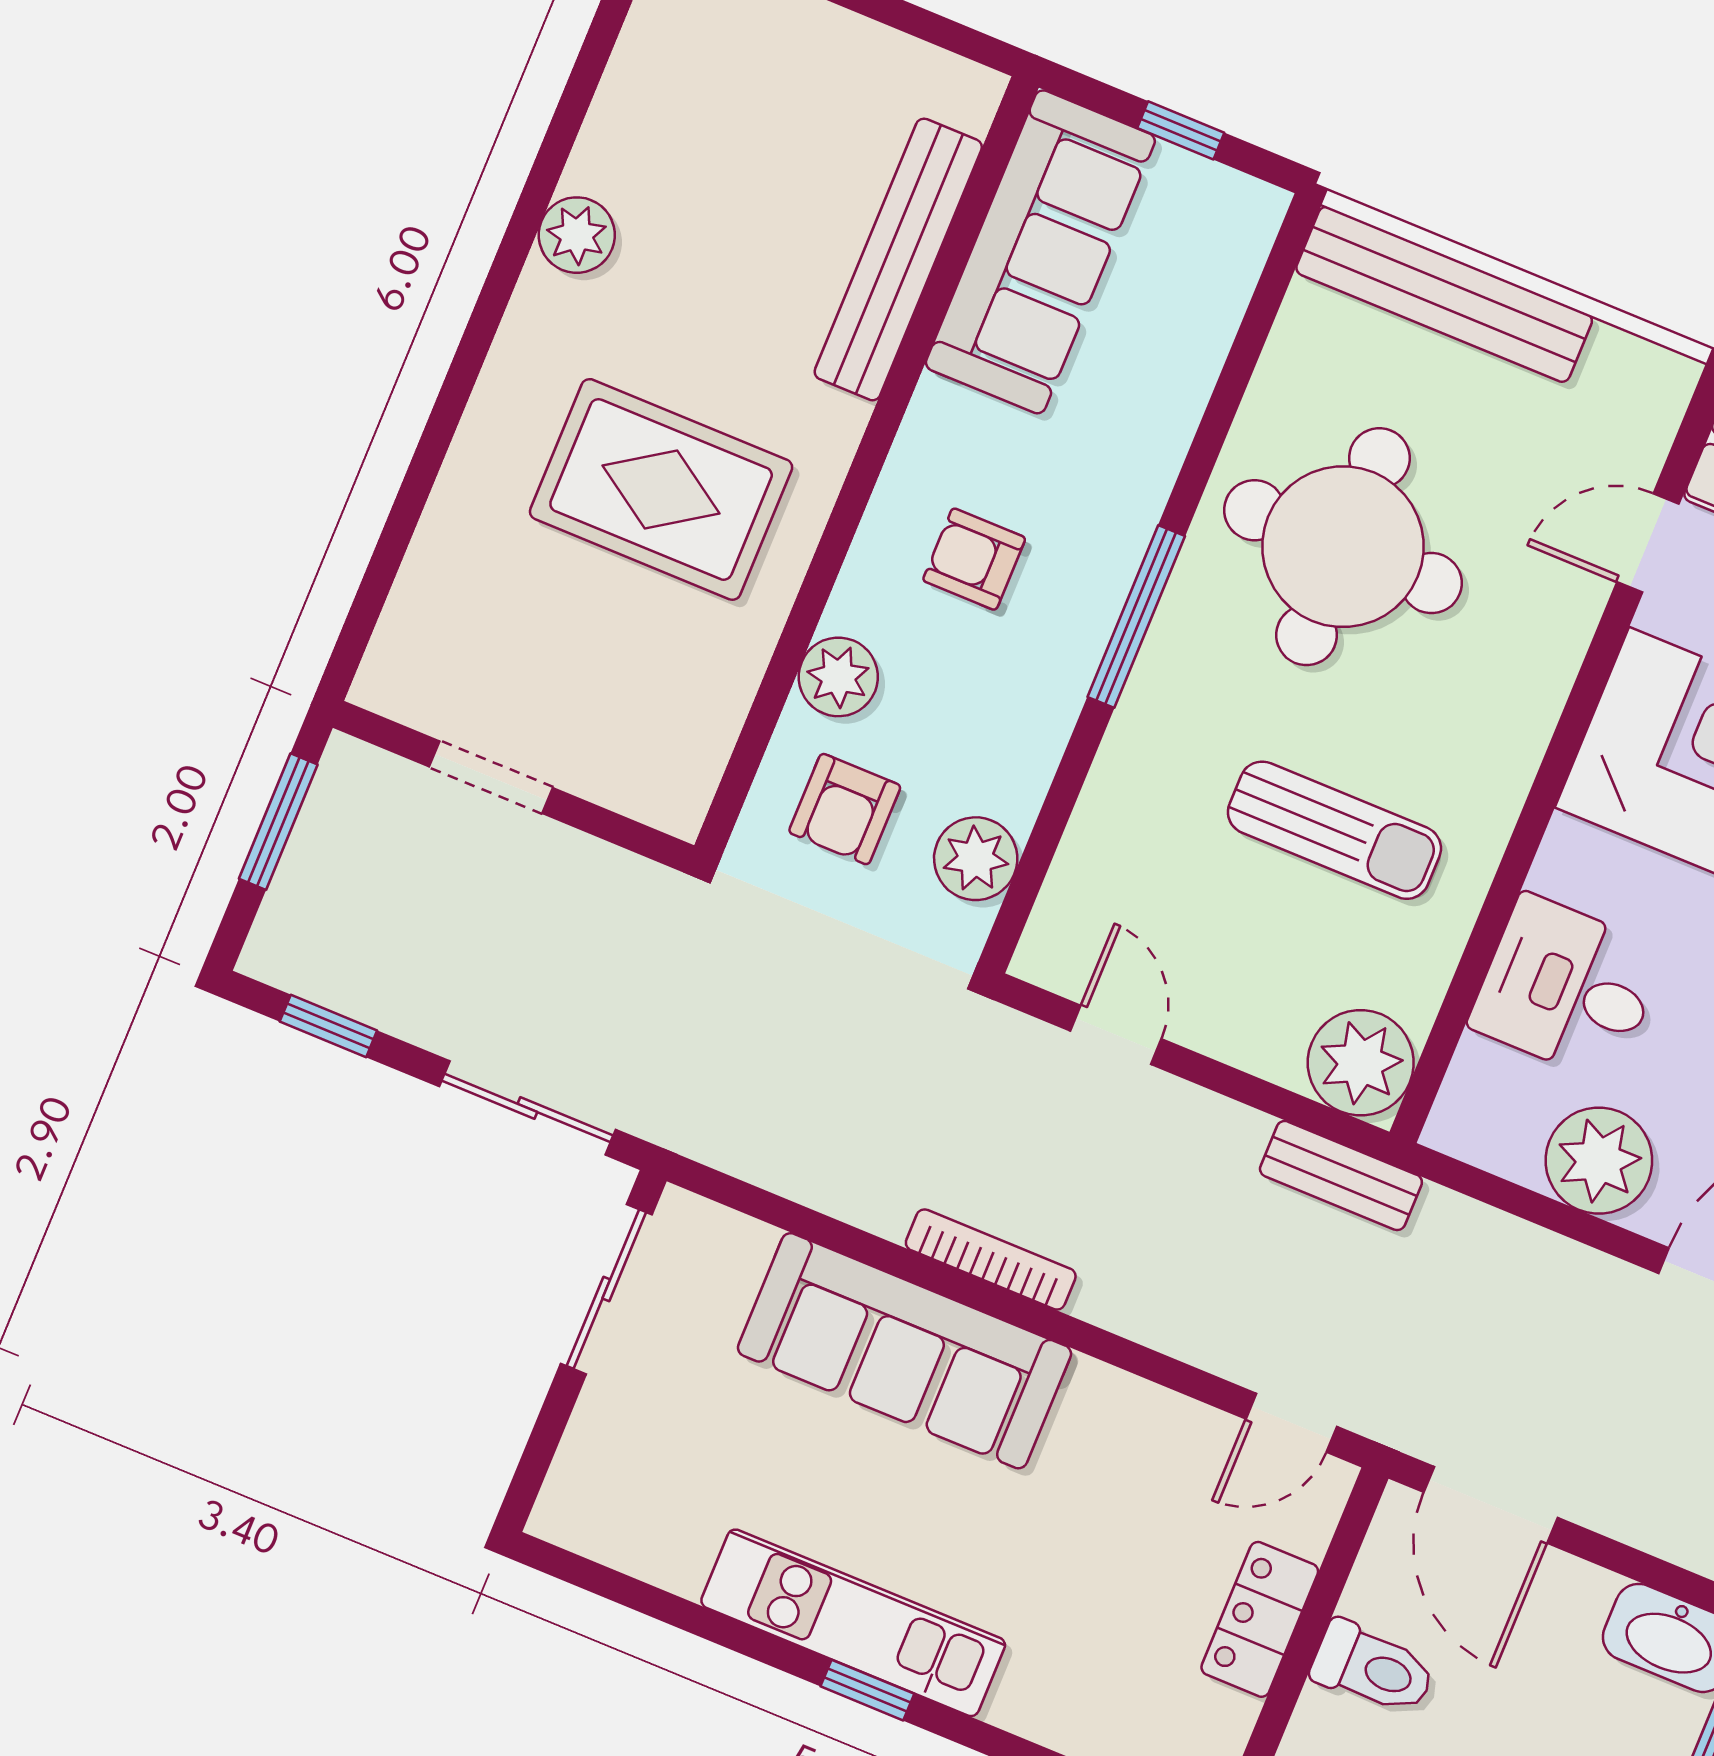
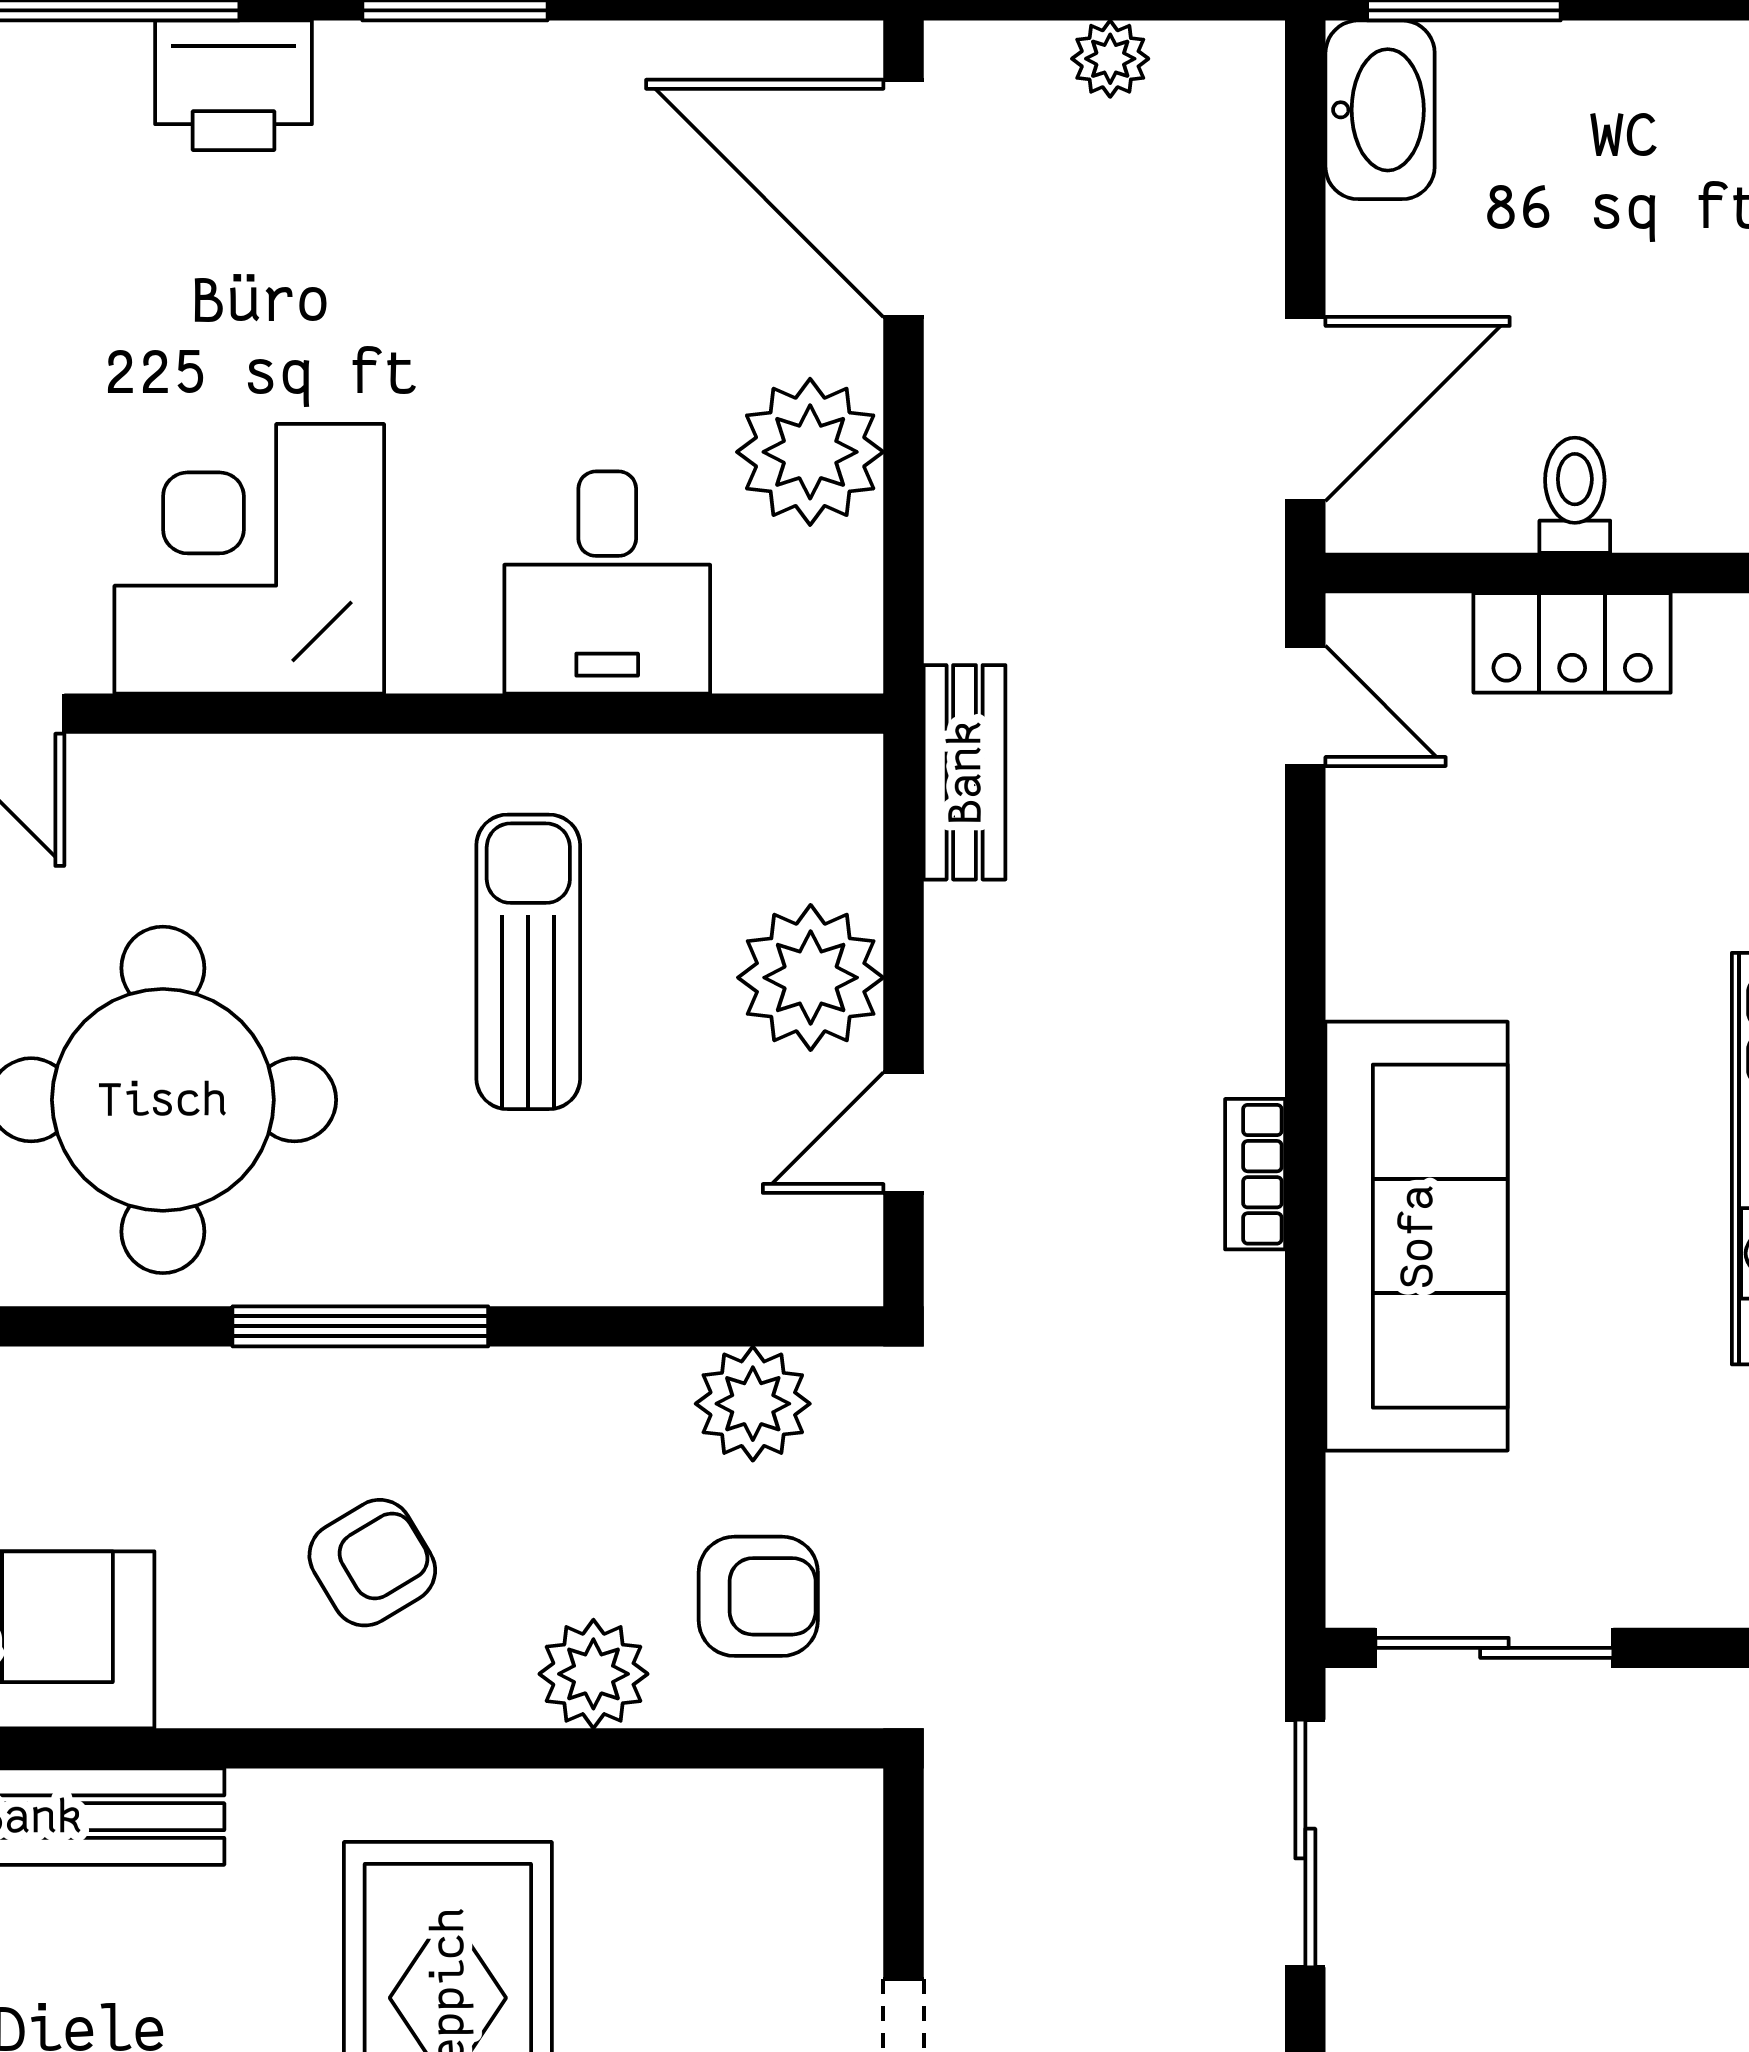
armchair: (974, 559) -> (372, 1563), turned -121
plant: (1361, 1063) -> (811, 978), moved
bookcase: (991, 1259) -> (1255, 1174), width x0.64
toilet: (1373, 1668) -> (1575, 495), width x0.73, depth x0.72

